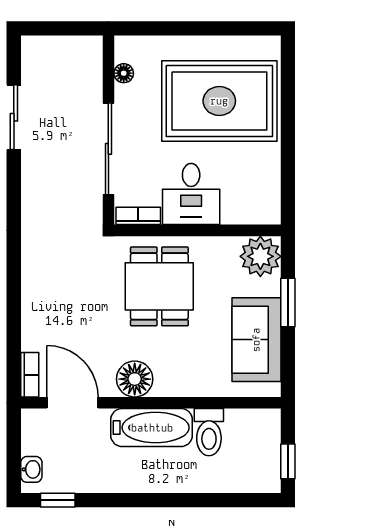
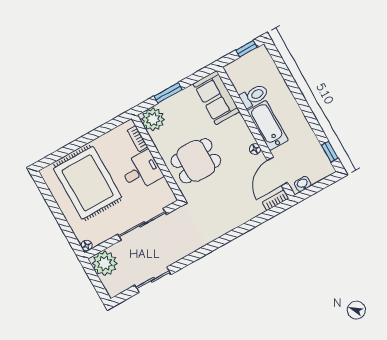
plant: (81, 57) -> (105, 263), added
floor lamp: (124, 73) -> (87, 246), moved
bookcase: (138, 216) -> (138, 139), moved
sofa: (256, 340) -> (216, 98), moved, turned 90
floor lamp: (135, 379) -> (255, 149), width x0.53, depth x0.53
washbasin: (31, 469) -> (303, 184), moved

